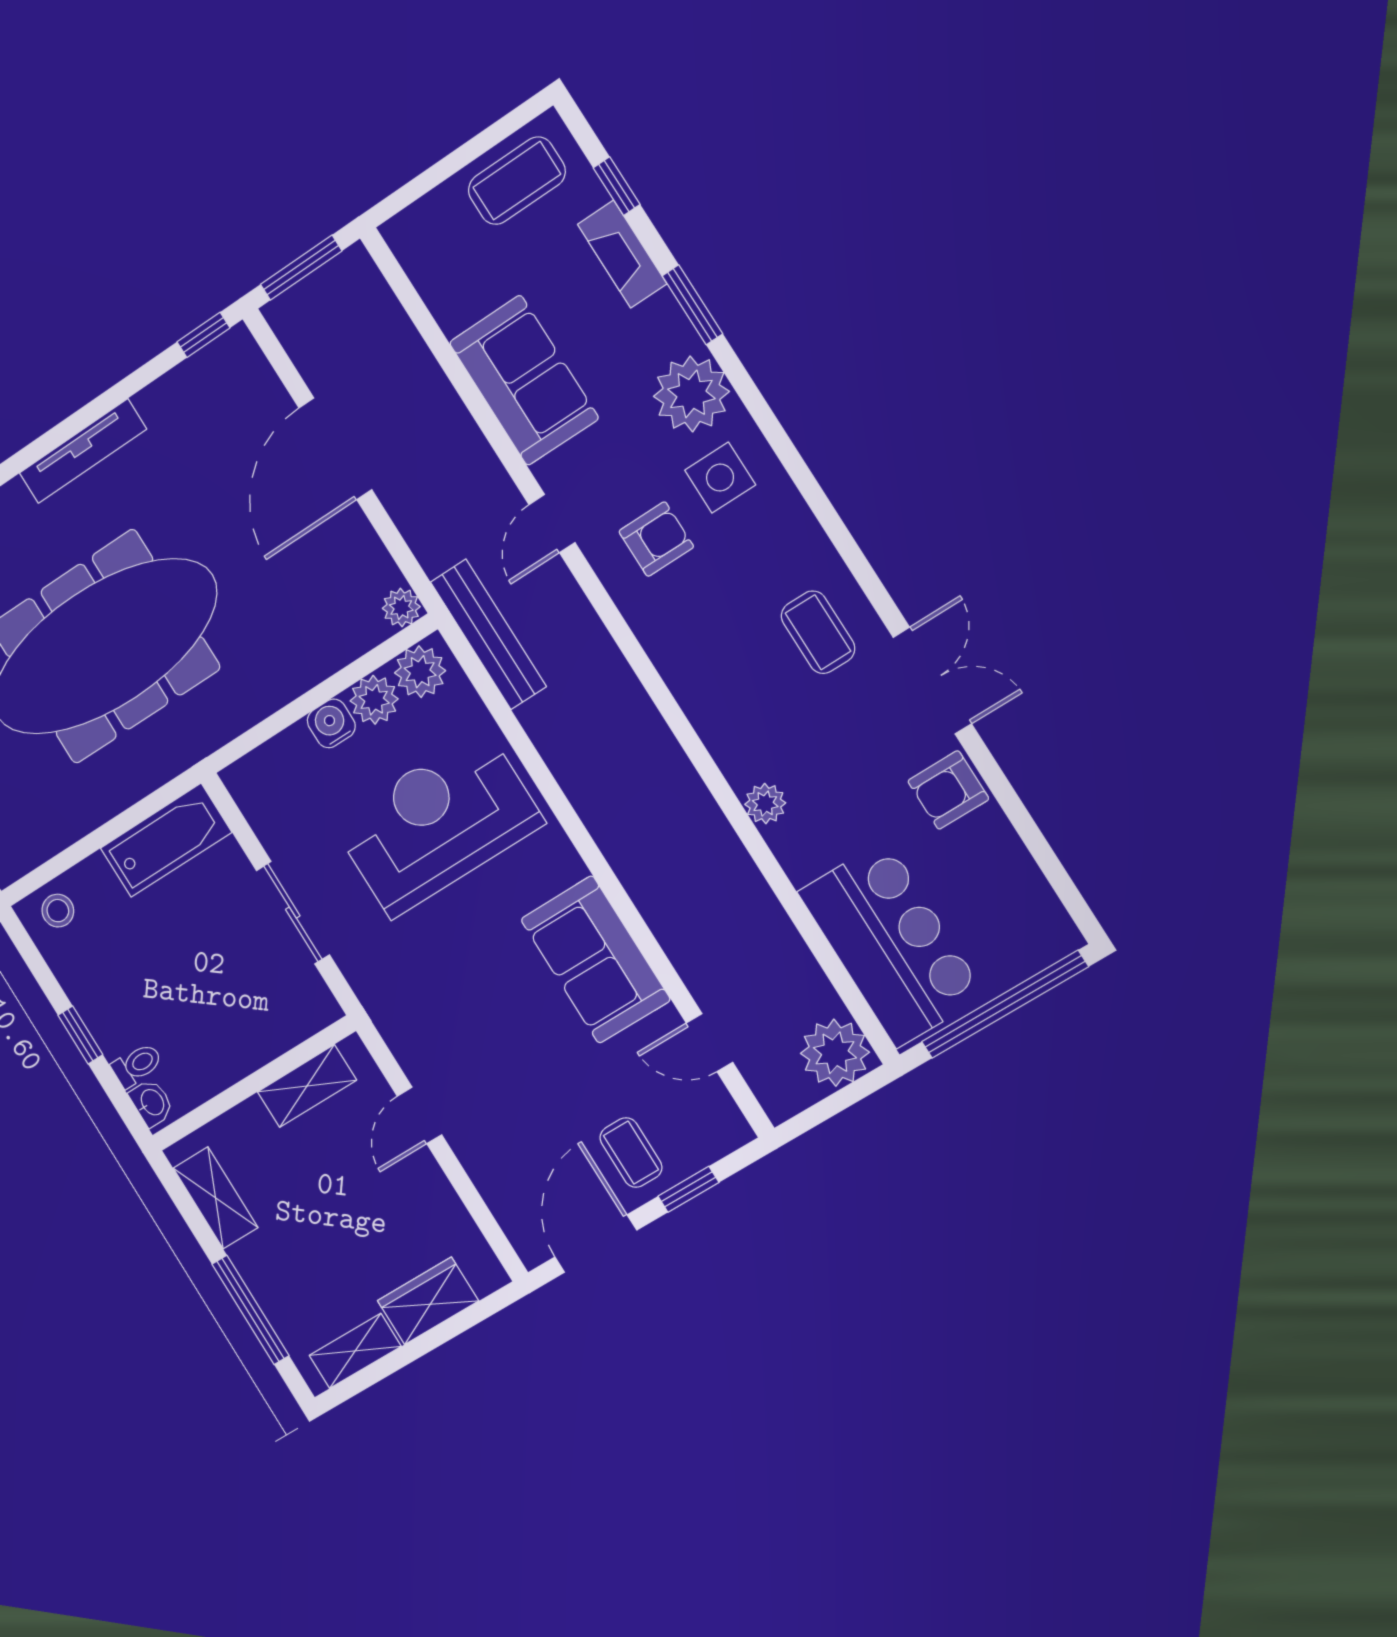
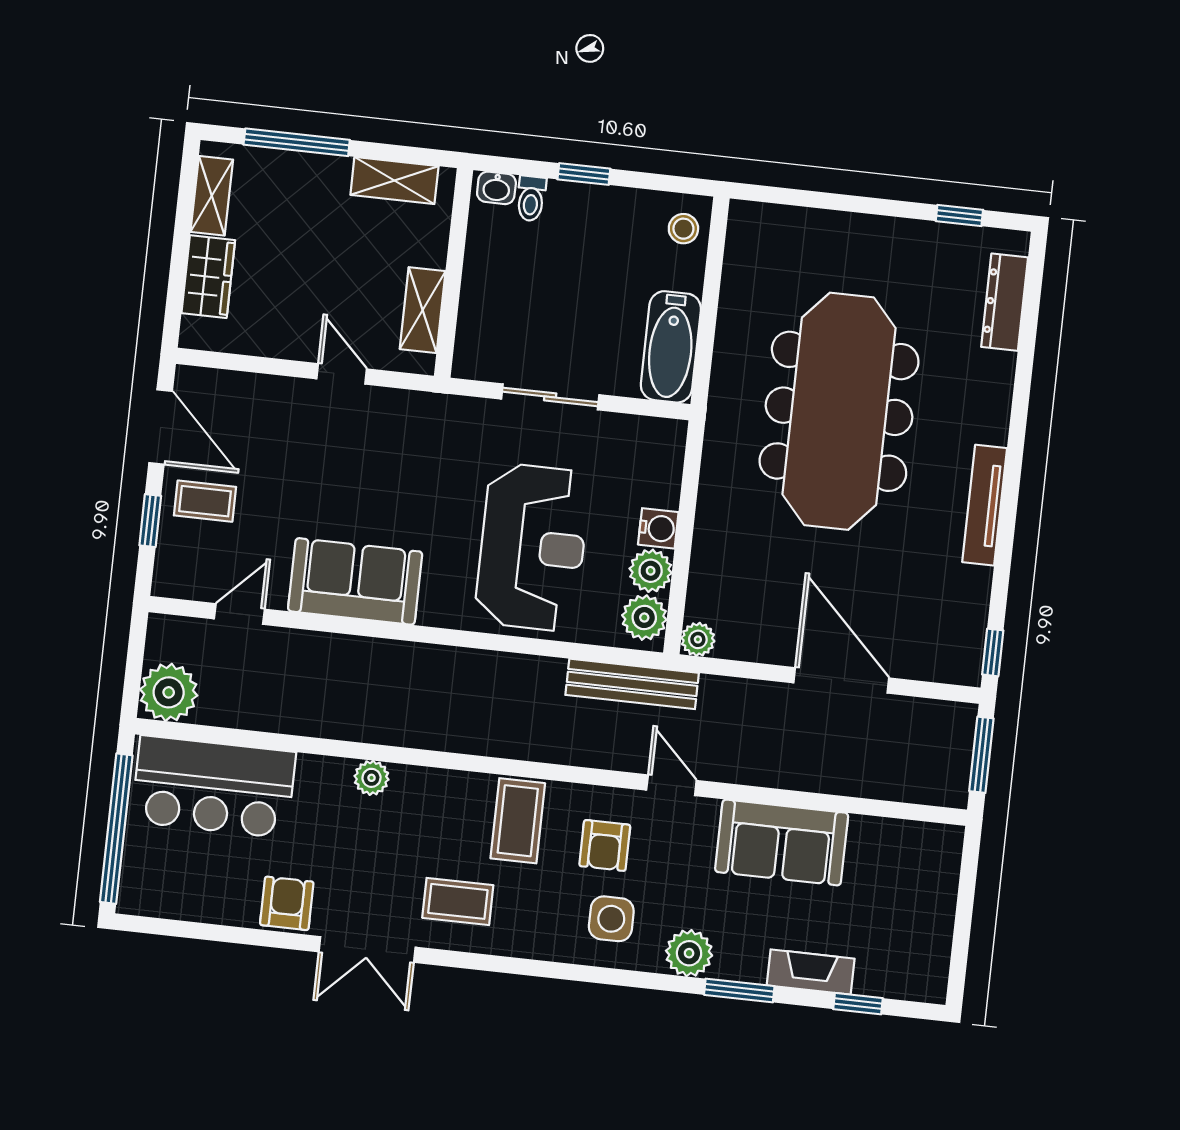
coffee table: (517, 181) -> (518, 821), moved
plant: (691, 394) -> (689, 953), width x0.73, depth x0.73

